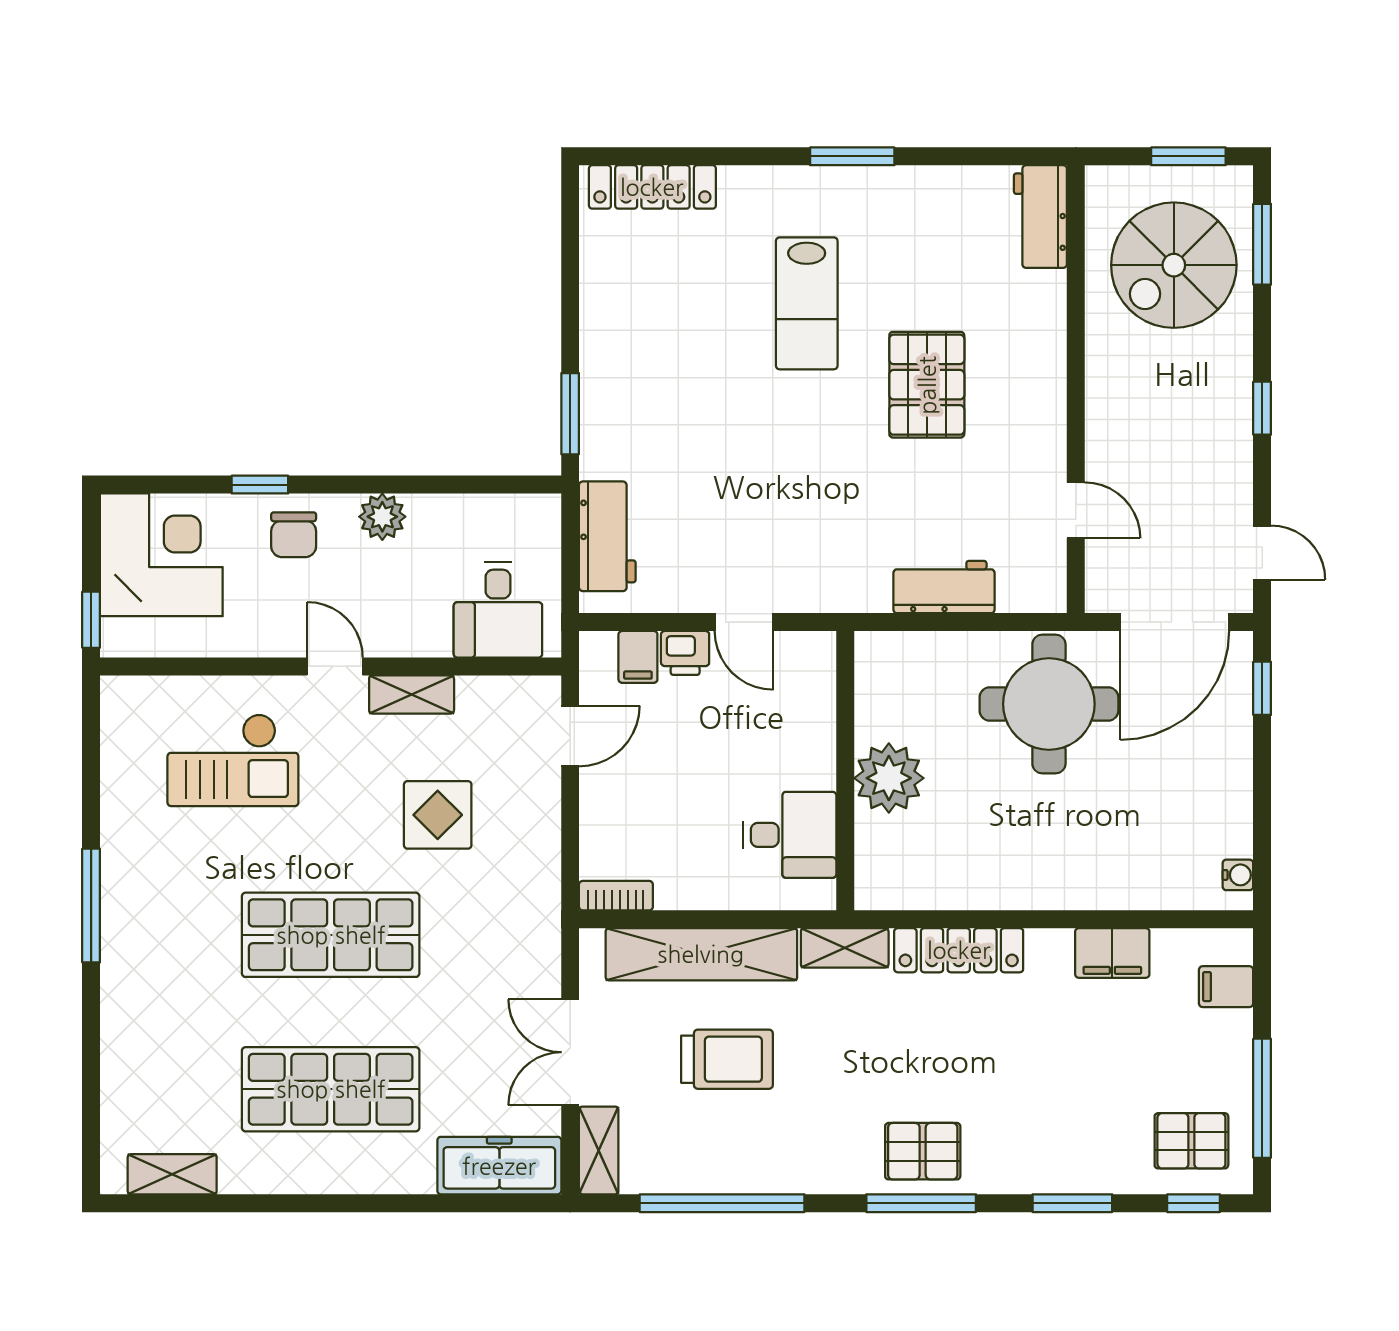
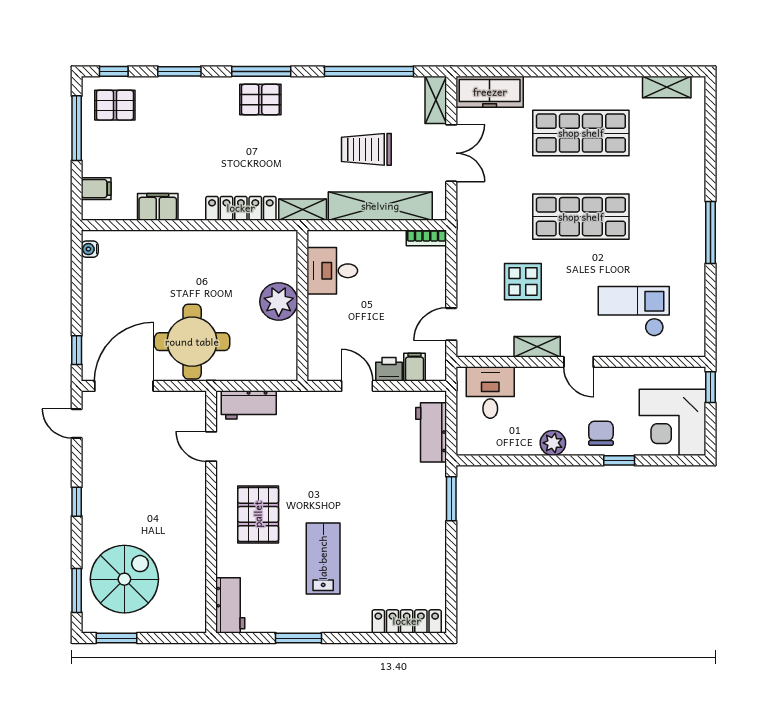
workbench: (1040, 217) -> (230, 605), moved
wall: (1076, 389) -> (211, 512), moved
door: (1076, 510) -> (211, 446), moved

